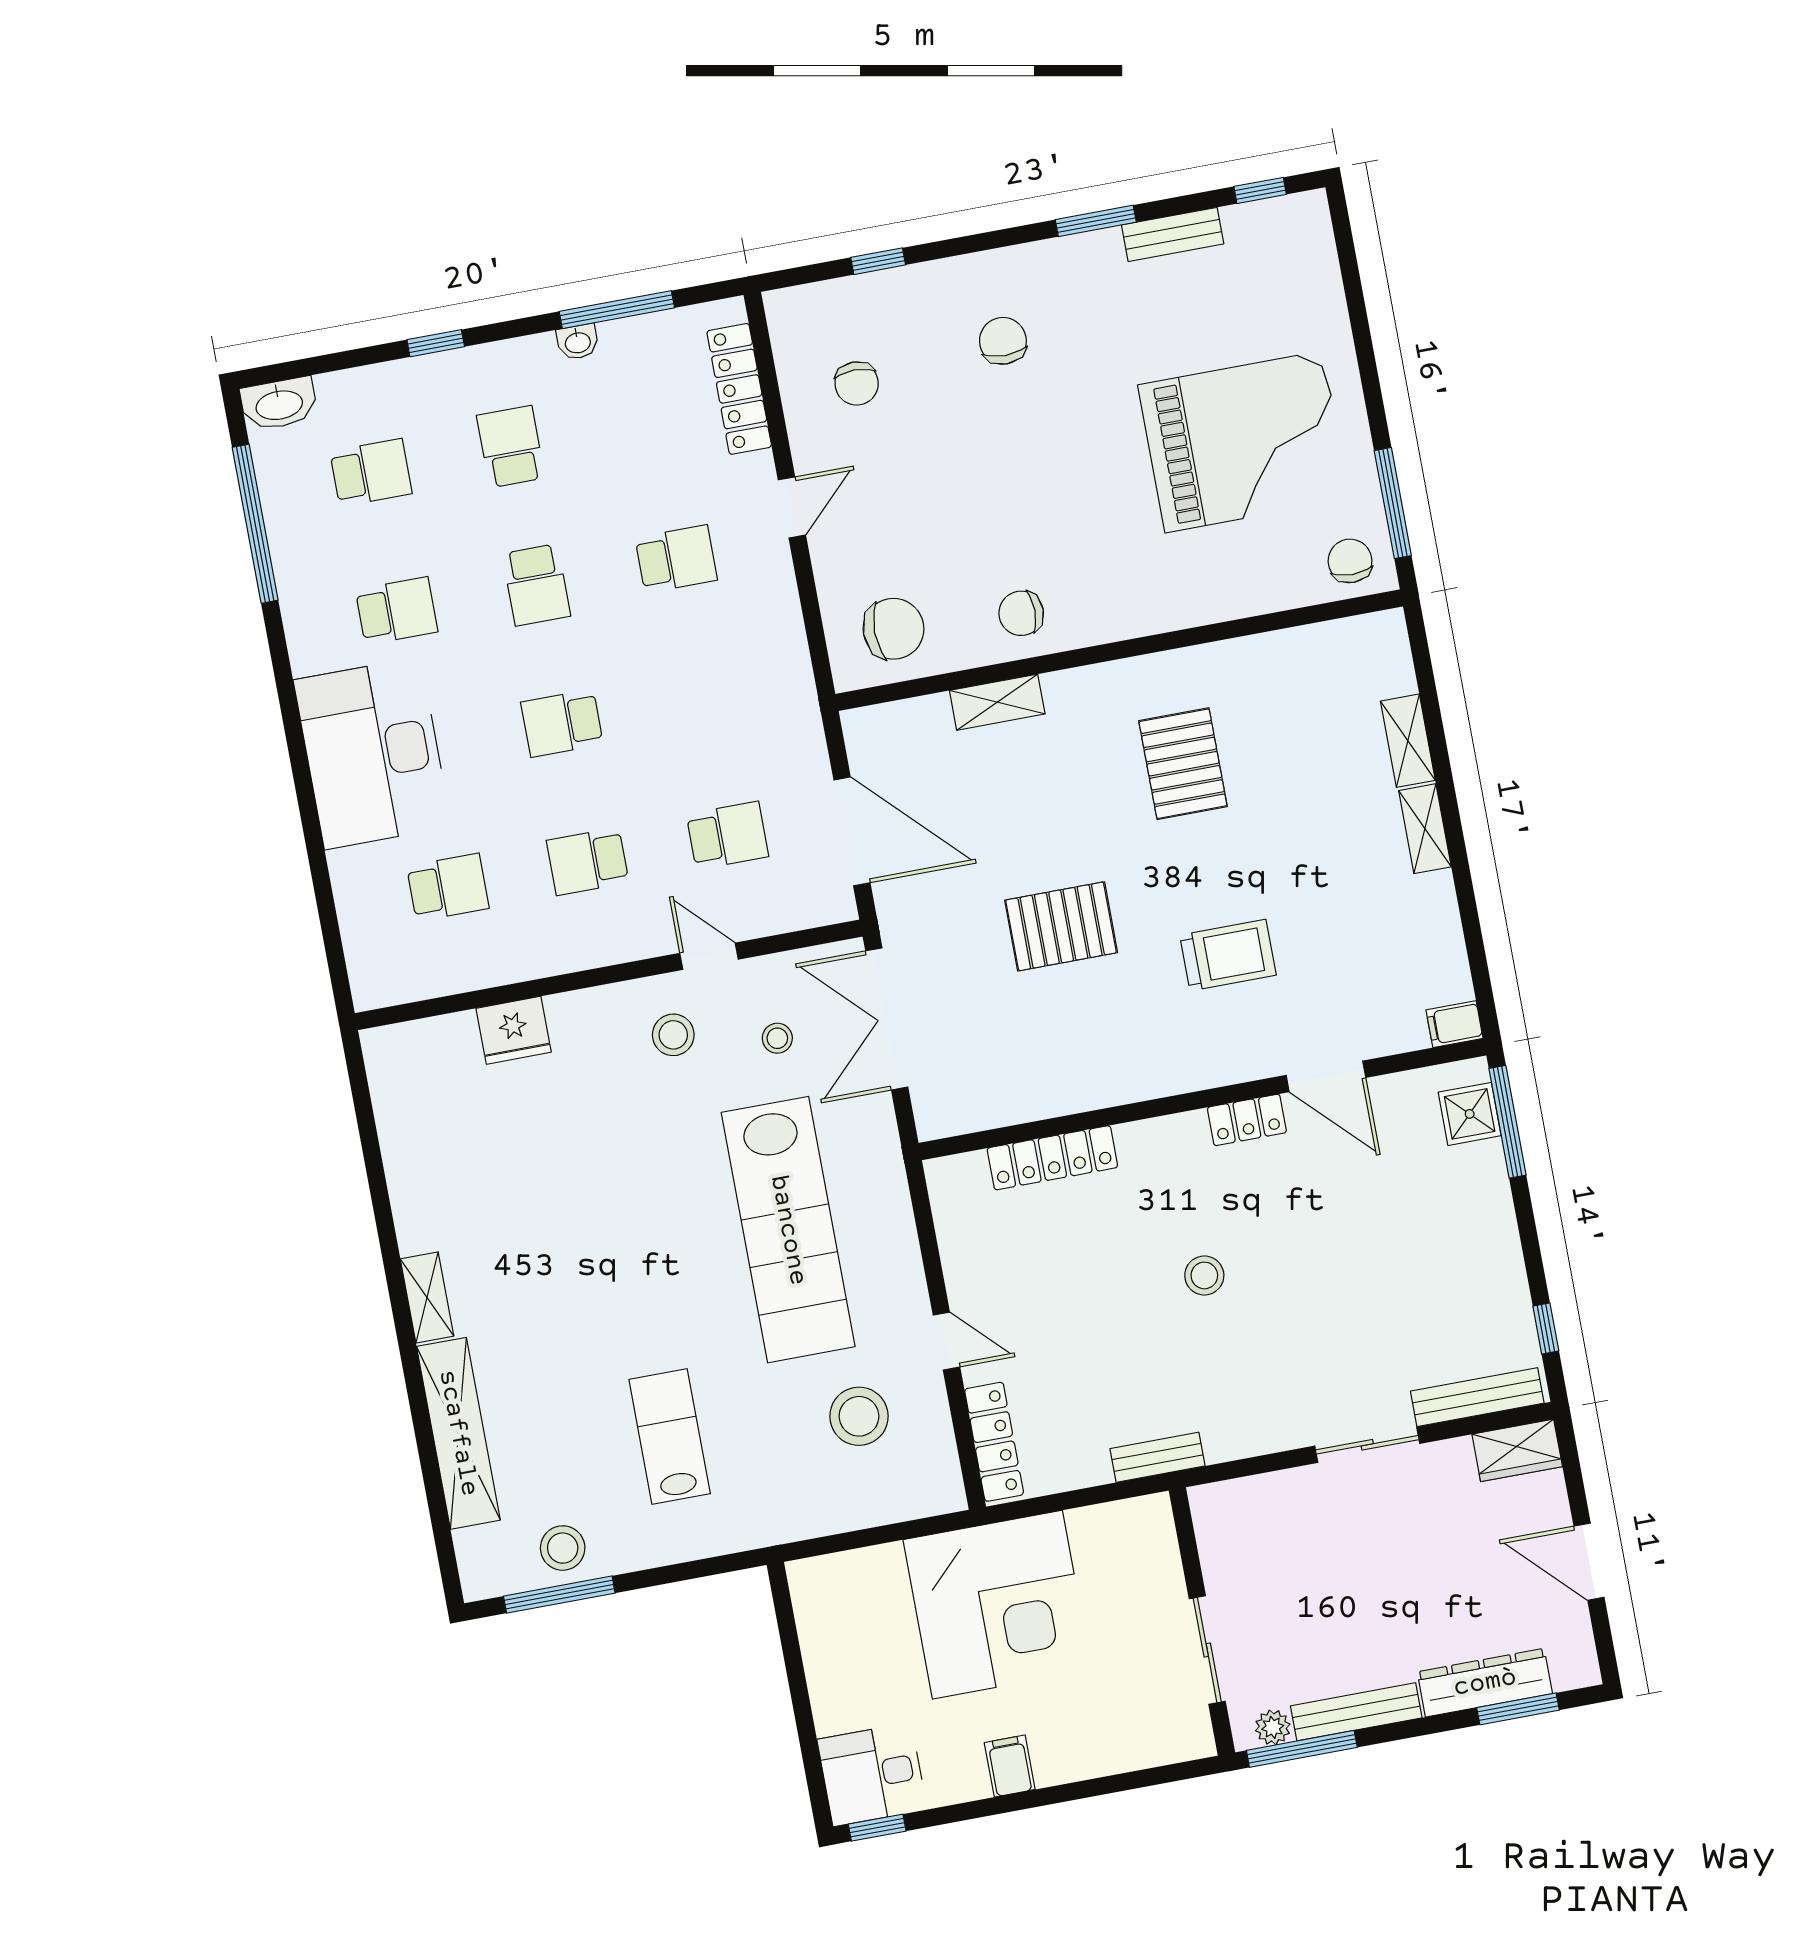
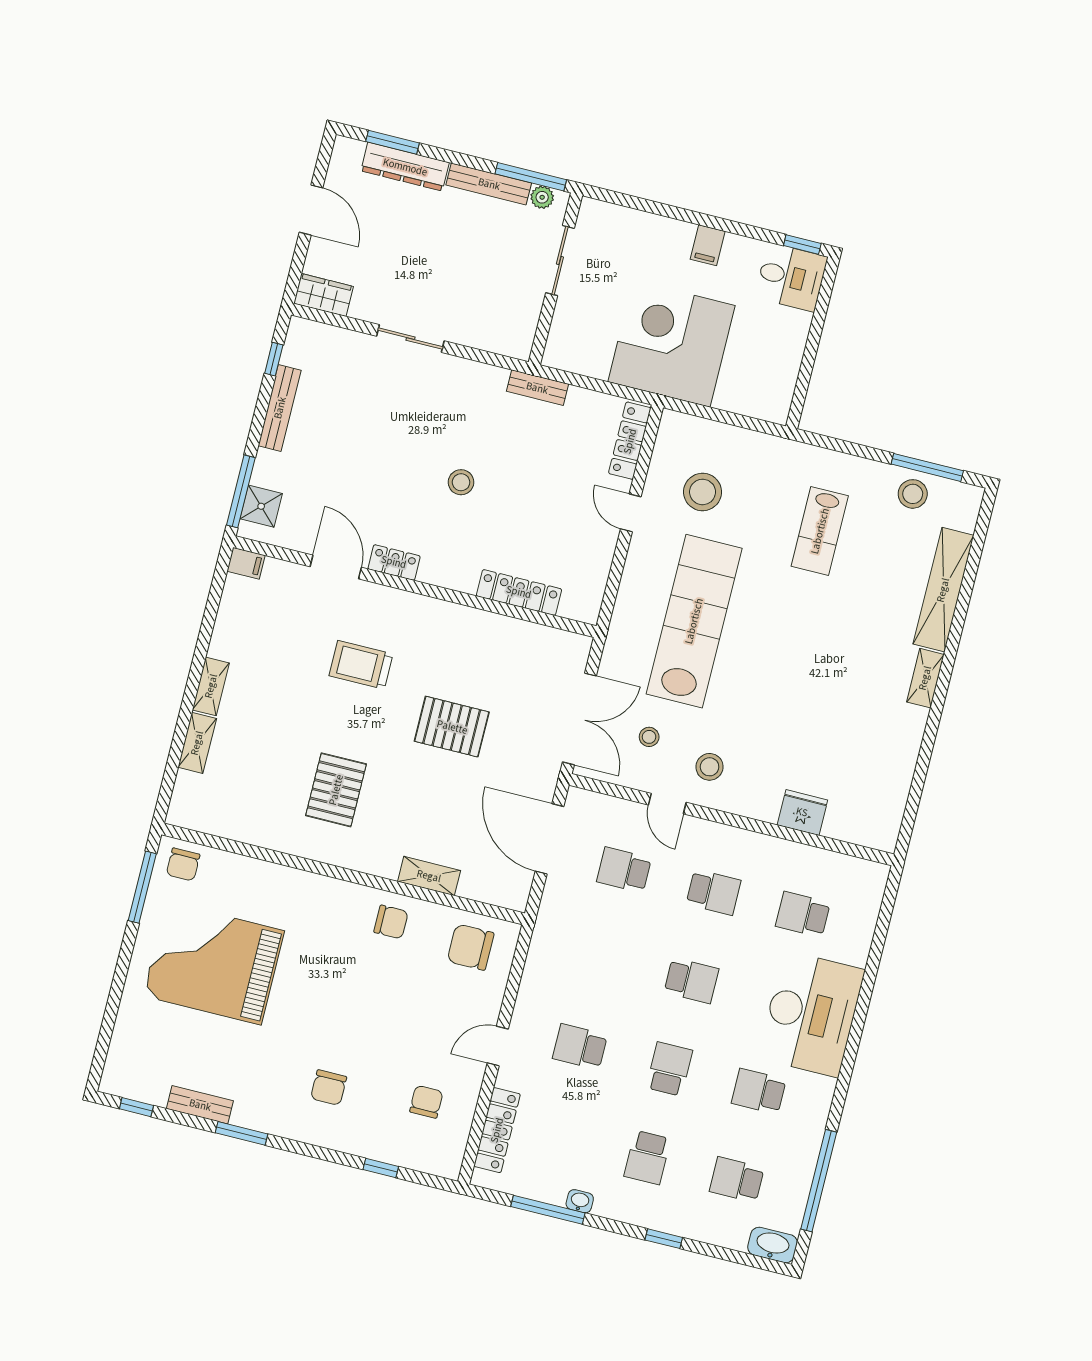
bench: (1477, 1397) -> (280, 408), moved, turned 90

